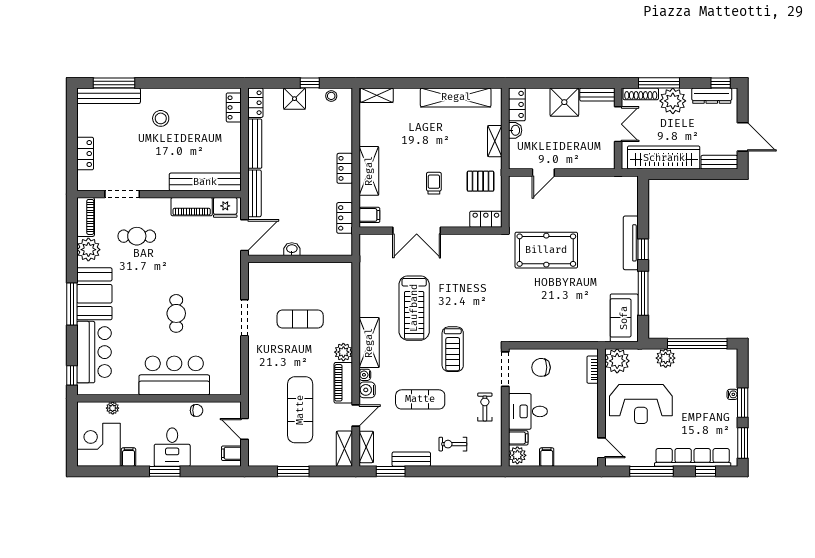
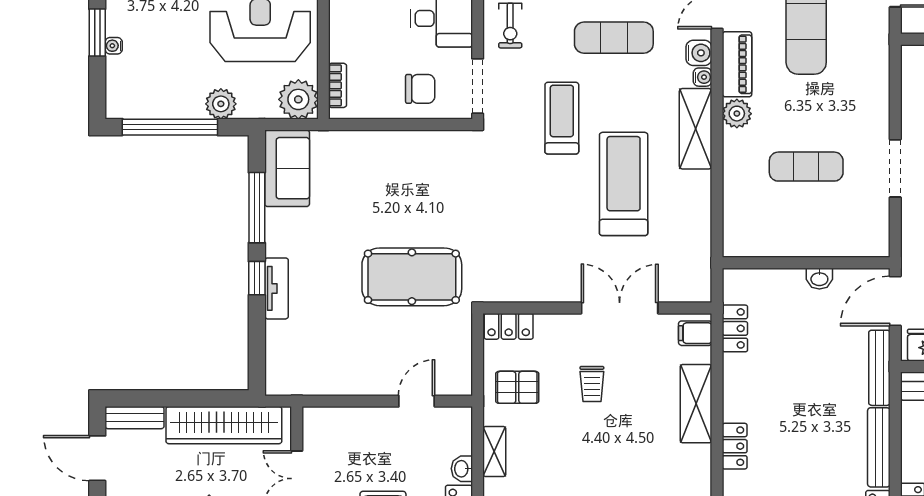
locker: (345, 168) -> (735, 446), moved
tv unit: (631, 243) -> (277, 288), width x0.71

